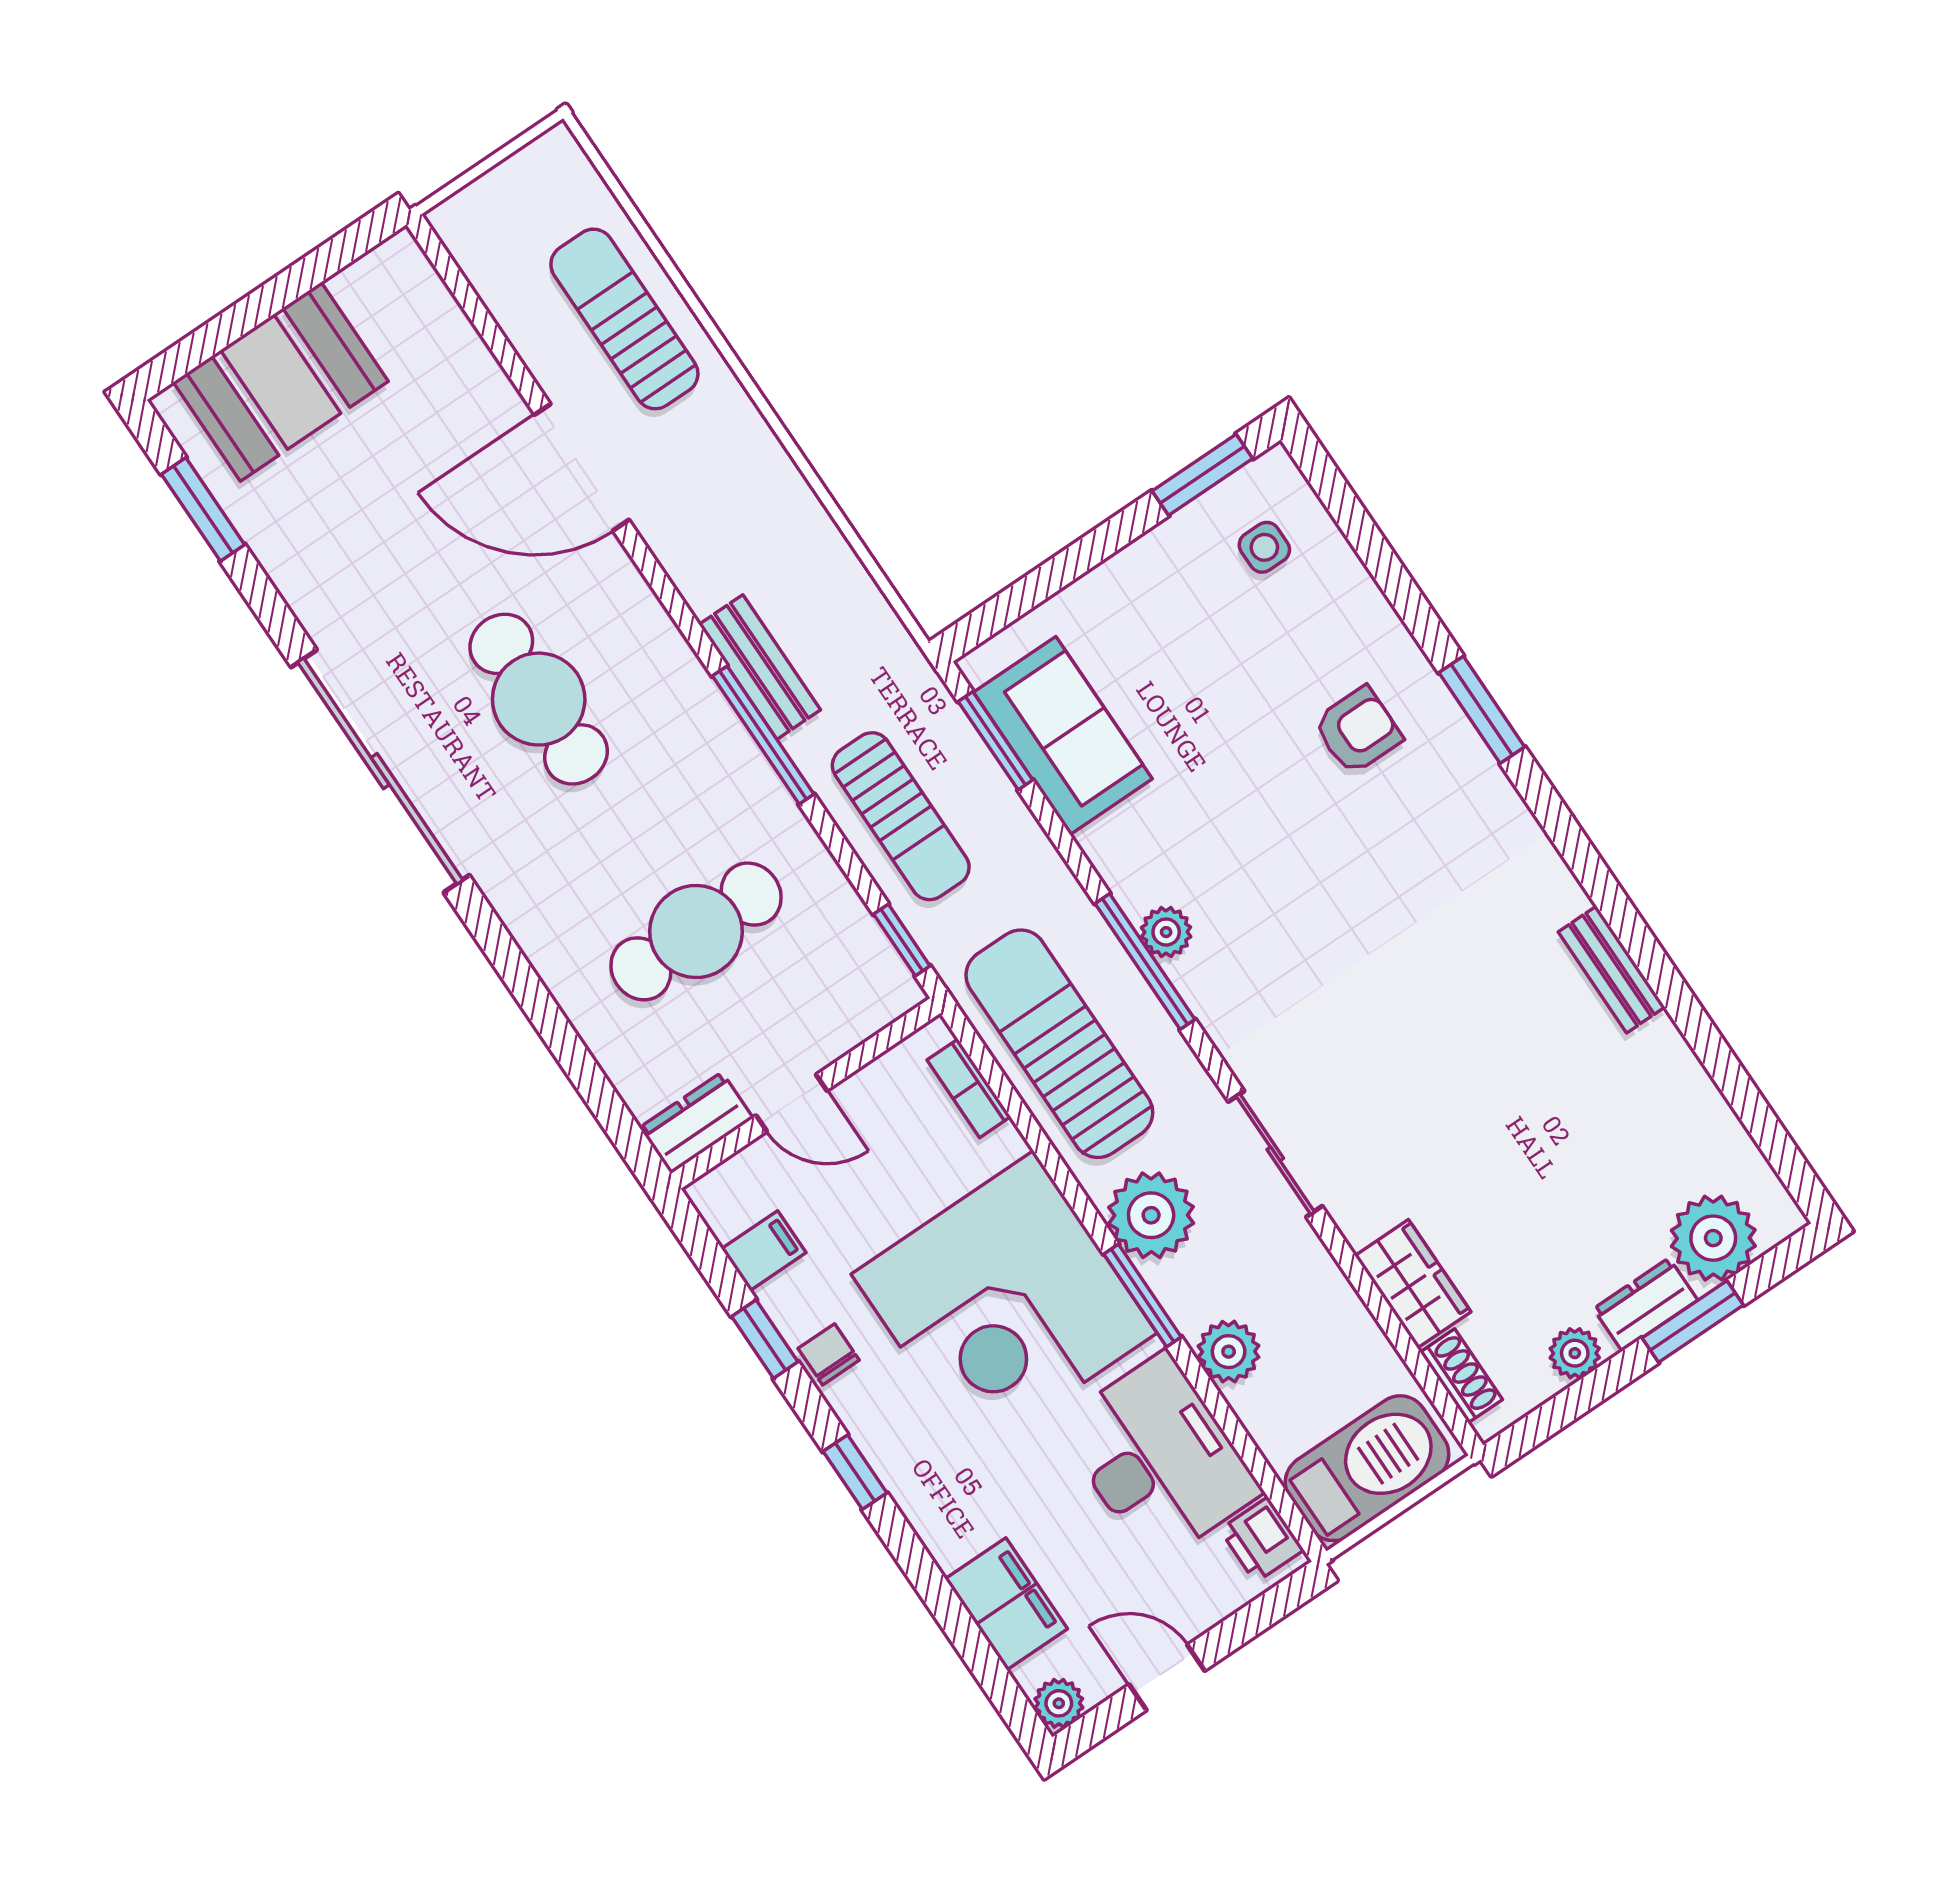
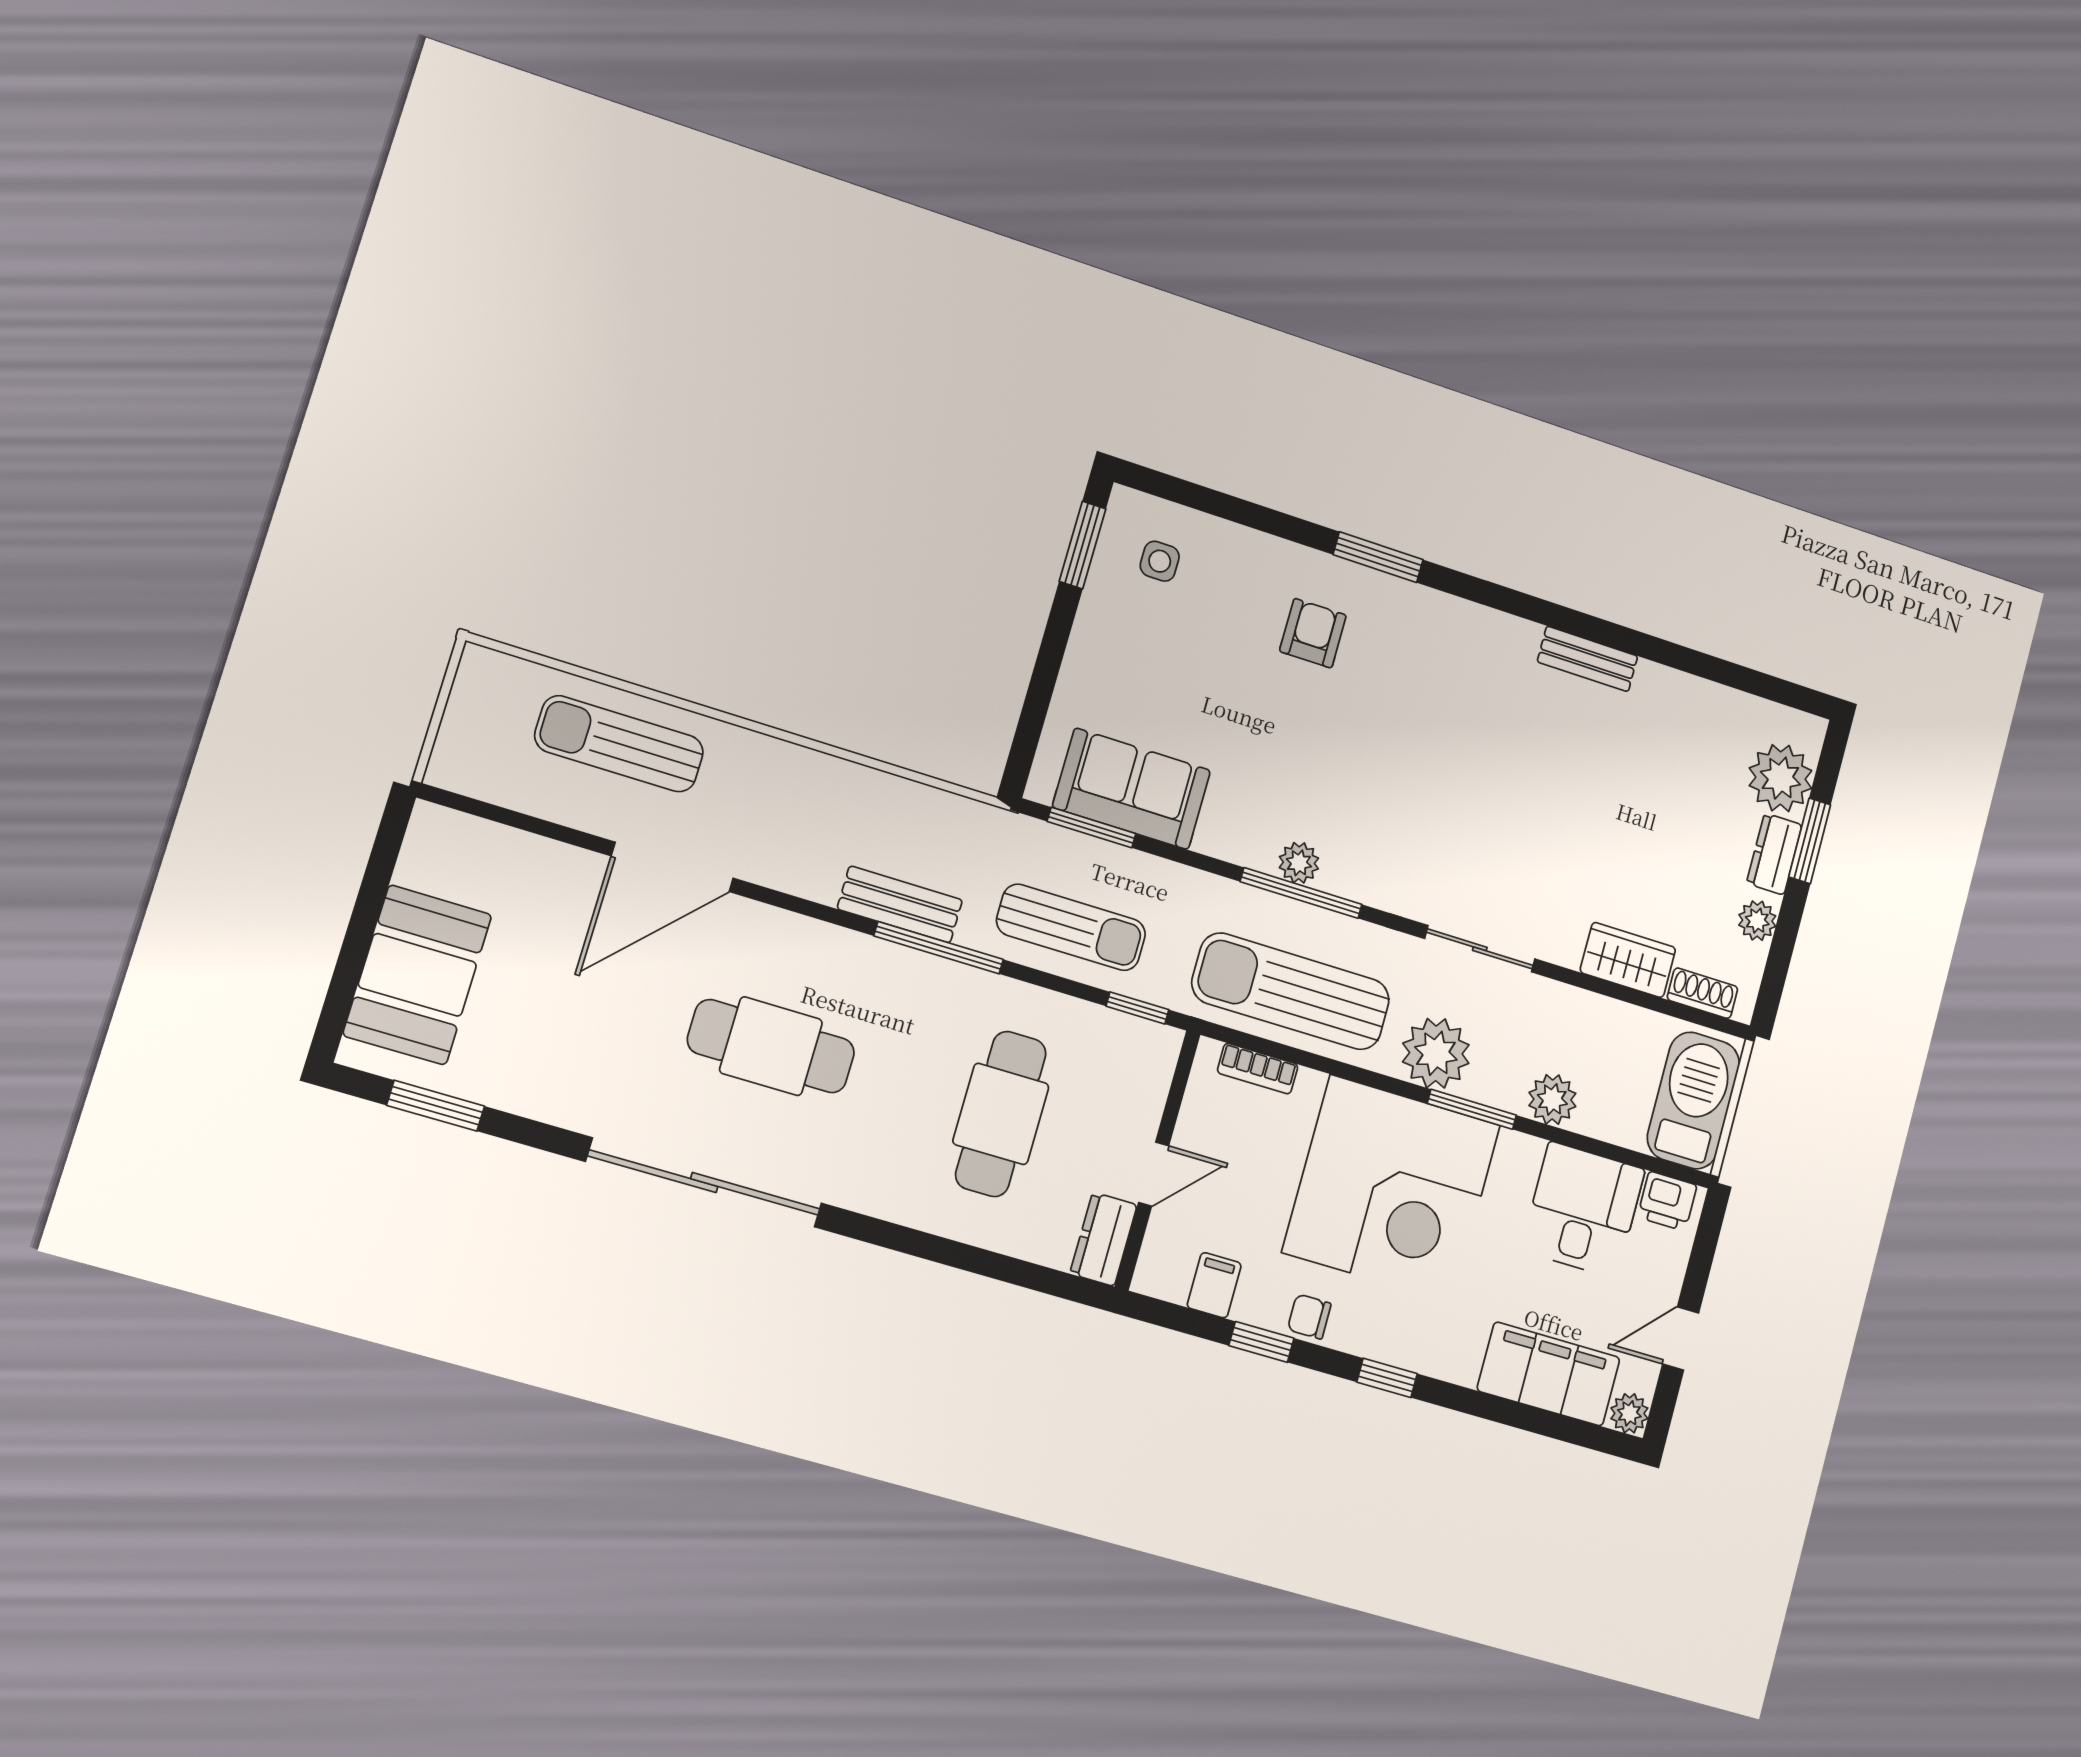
desk: (1159, 1459) -> (1583, 1210), width x0.73
filing cabinet: (1006, 1604) -> (1549, 1374), width x1.50, depth x1.17

